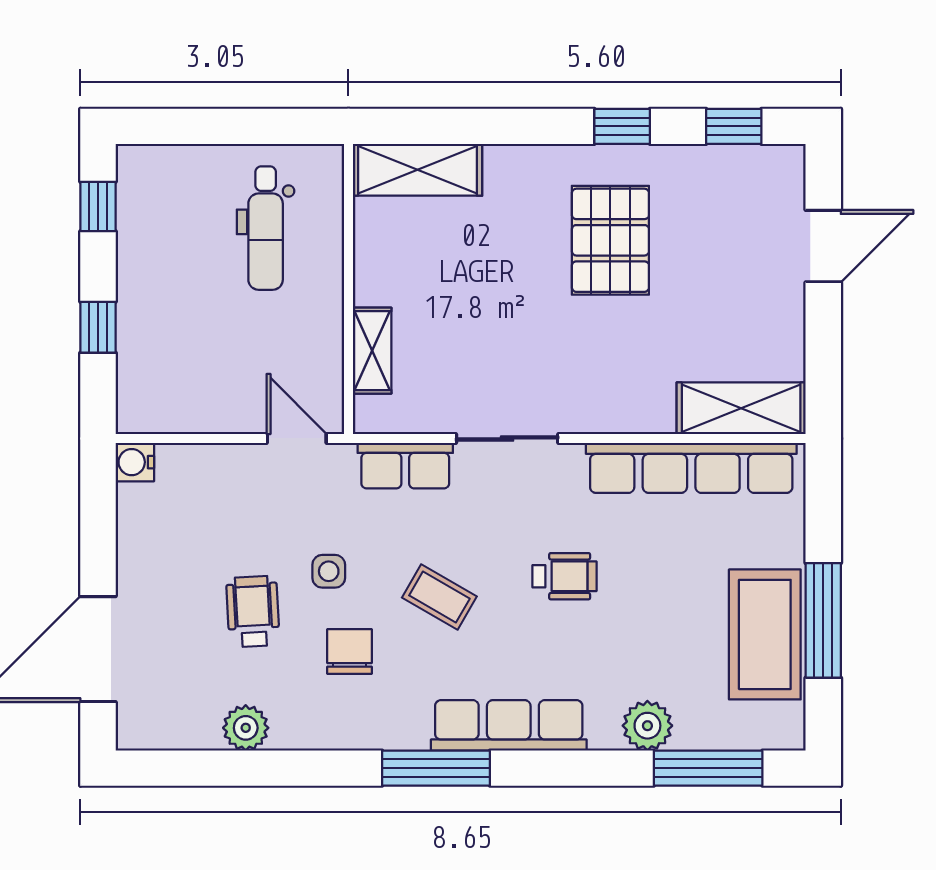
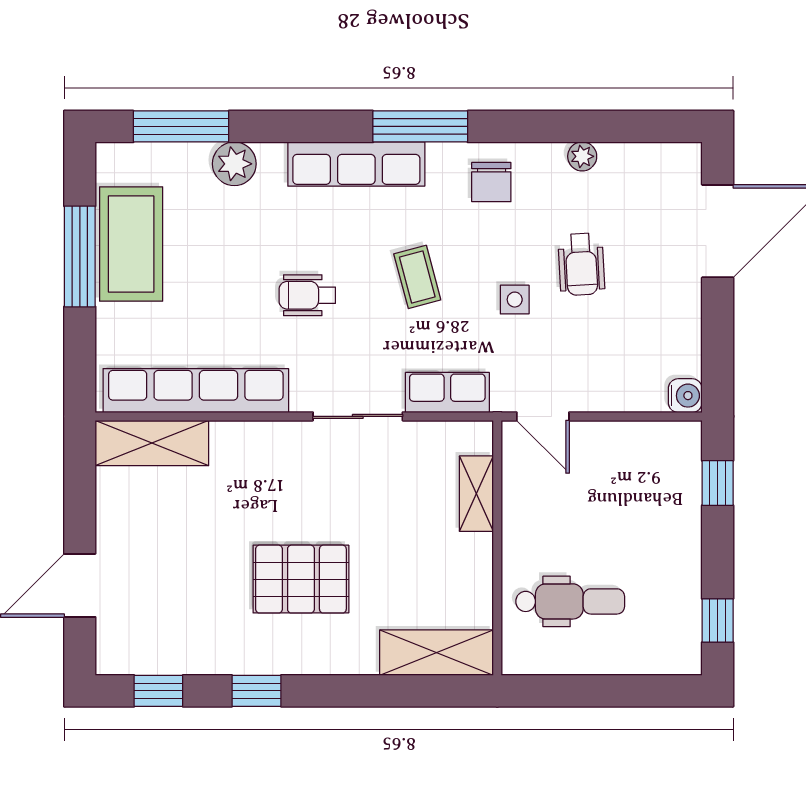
dental chair: (266, 228) -> (570, 601), turned 90
pallet: (610, 240) -> (301, 579), moved, turned 90
window: (98, 327) -> (718, 483), moved
coffee table: (439, 597) -> (417, 277), turned 45
chair: (350, 652) -> (491, 182), moved
plant: (246, 728) -> (582, 156), width x0.73, depth x0.73

